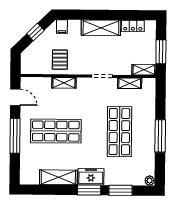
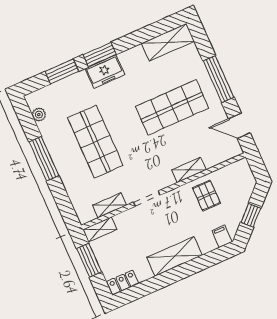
locker: (133, 26) -> (123, 282), moved
shelving: (58, 177) -> (168, 42), moved
plant: (150, 181) -> (39, 115), moved

